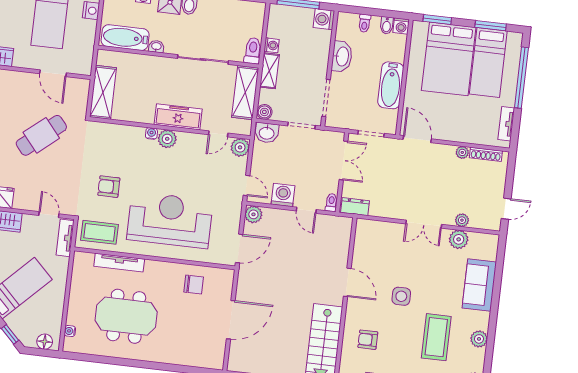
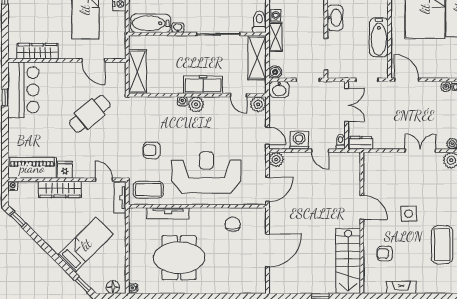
door: (218, 134) -> (238, 95), hinge flipped
double door: (424, 224) -> (420, 151), swing flipped
chair: (194, 285) -> (233, 224), turned -90
water cooler: (70, 331) -> (133, 288), moved

